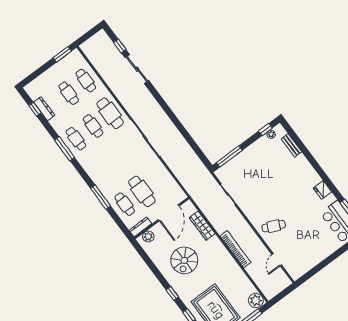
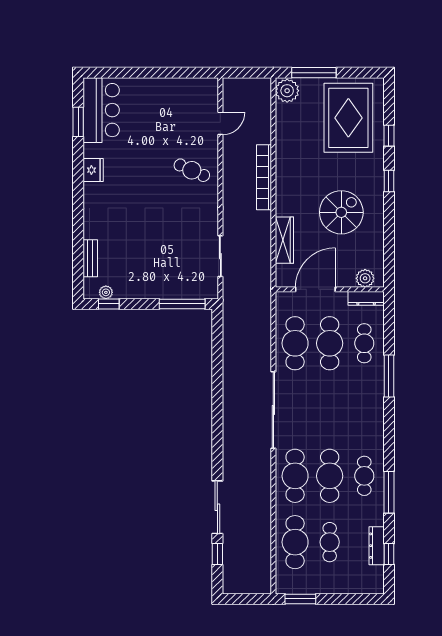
cafe table: (86, 80) -> (295, 542), width x1.37, depth x1.35
cafe table: (93, 126) -> (330, 476), width x1.37, depth x1.35
window: (65, 149) -> (389, 492), moved
cafe table: (159, 179) -> (295, 343), added

